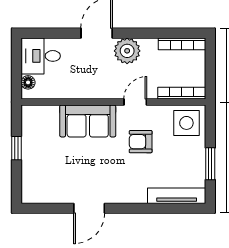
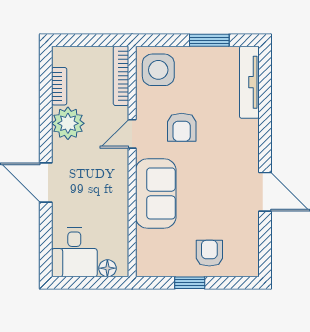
bookcase: (182, 44) -> (59, 86), width x0.64
plant: (127, 51) -> (68, 123), moved
door: (135, 102) -> (132, 134), hinge flipped
armchair: (40, 164) -> (209, 253), added

